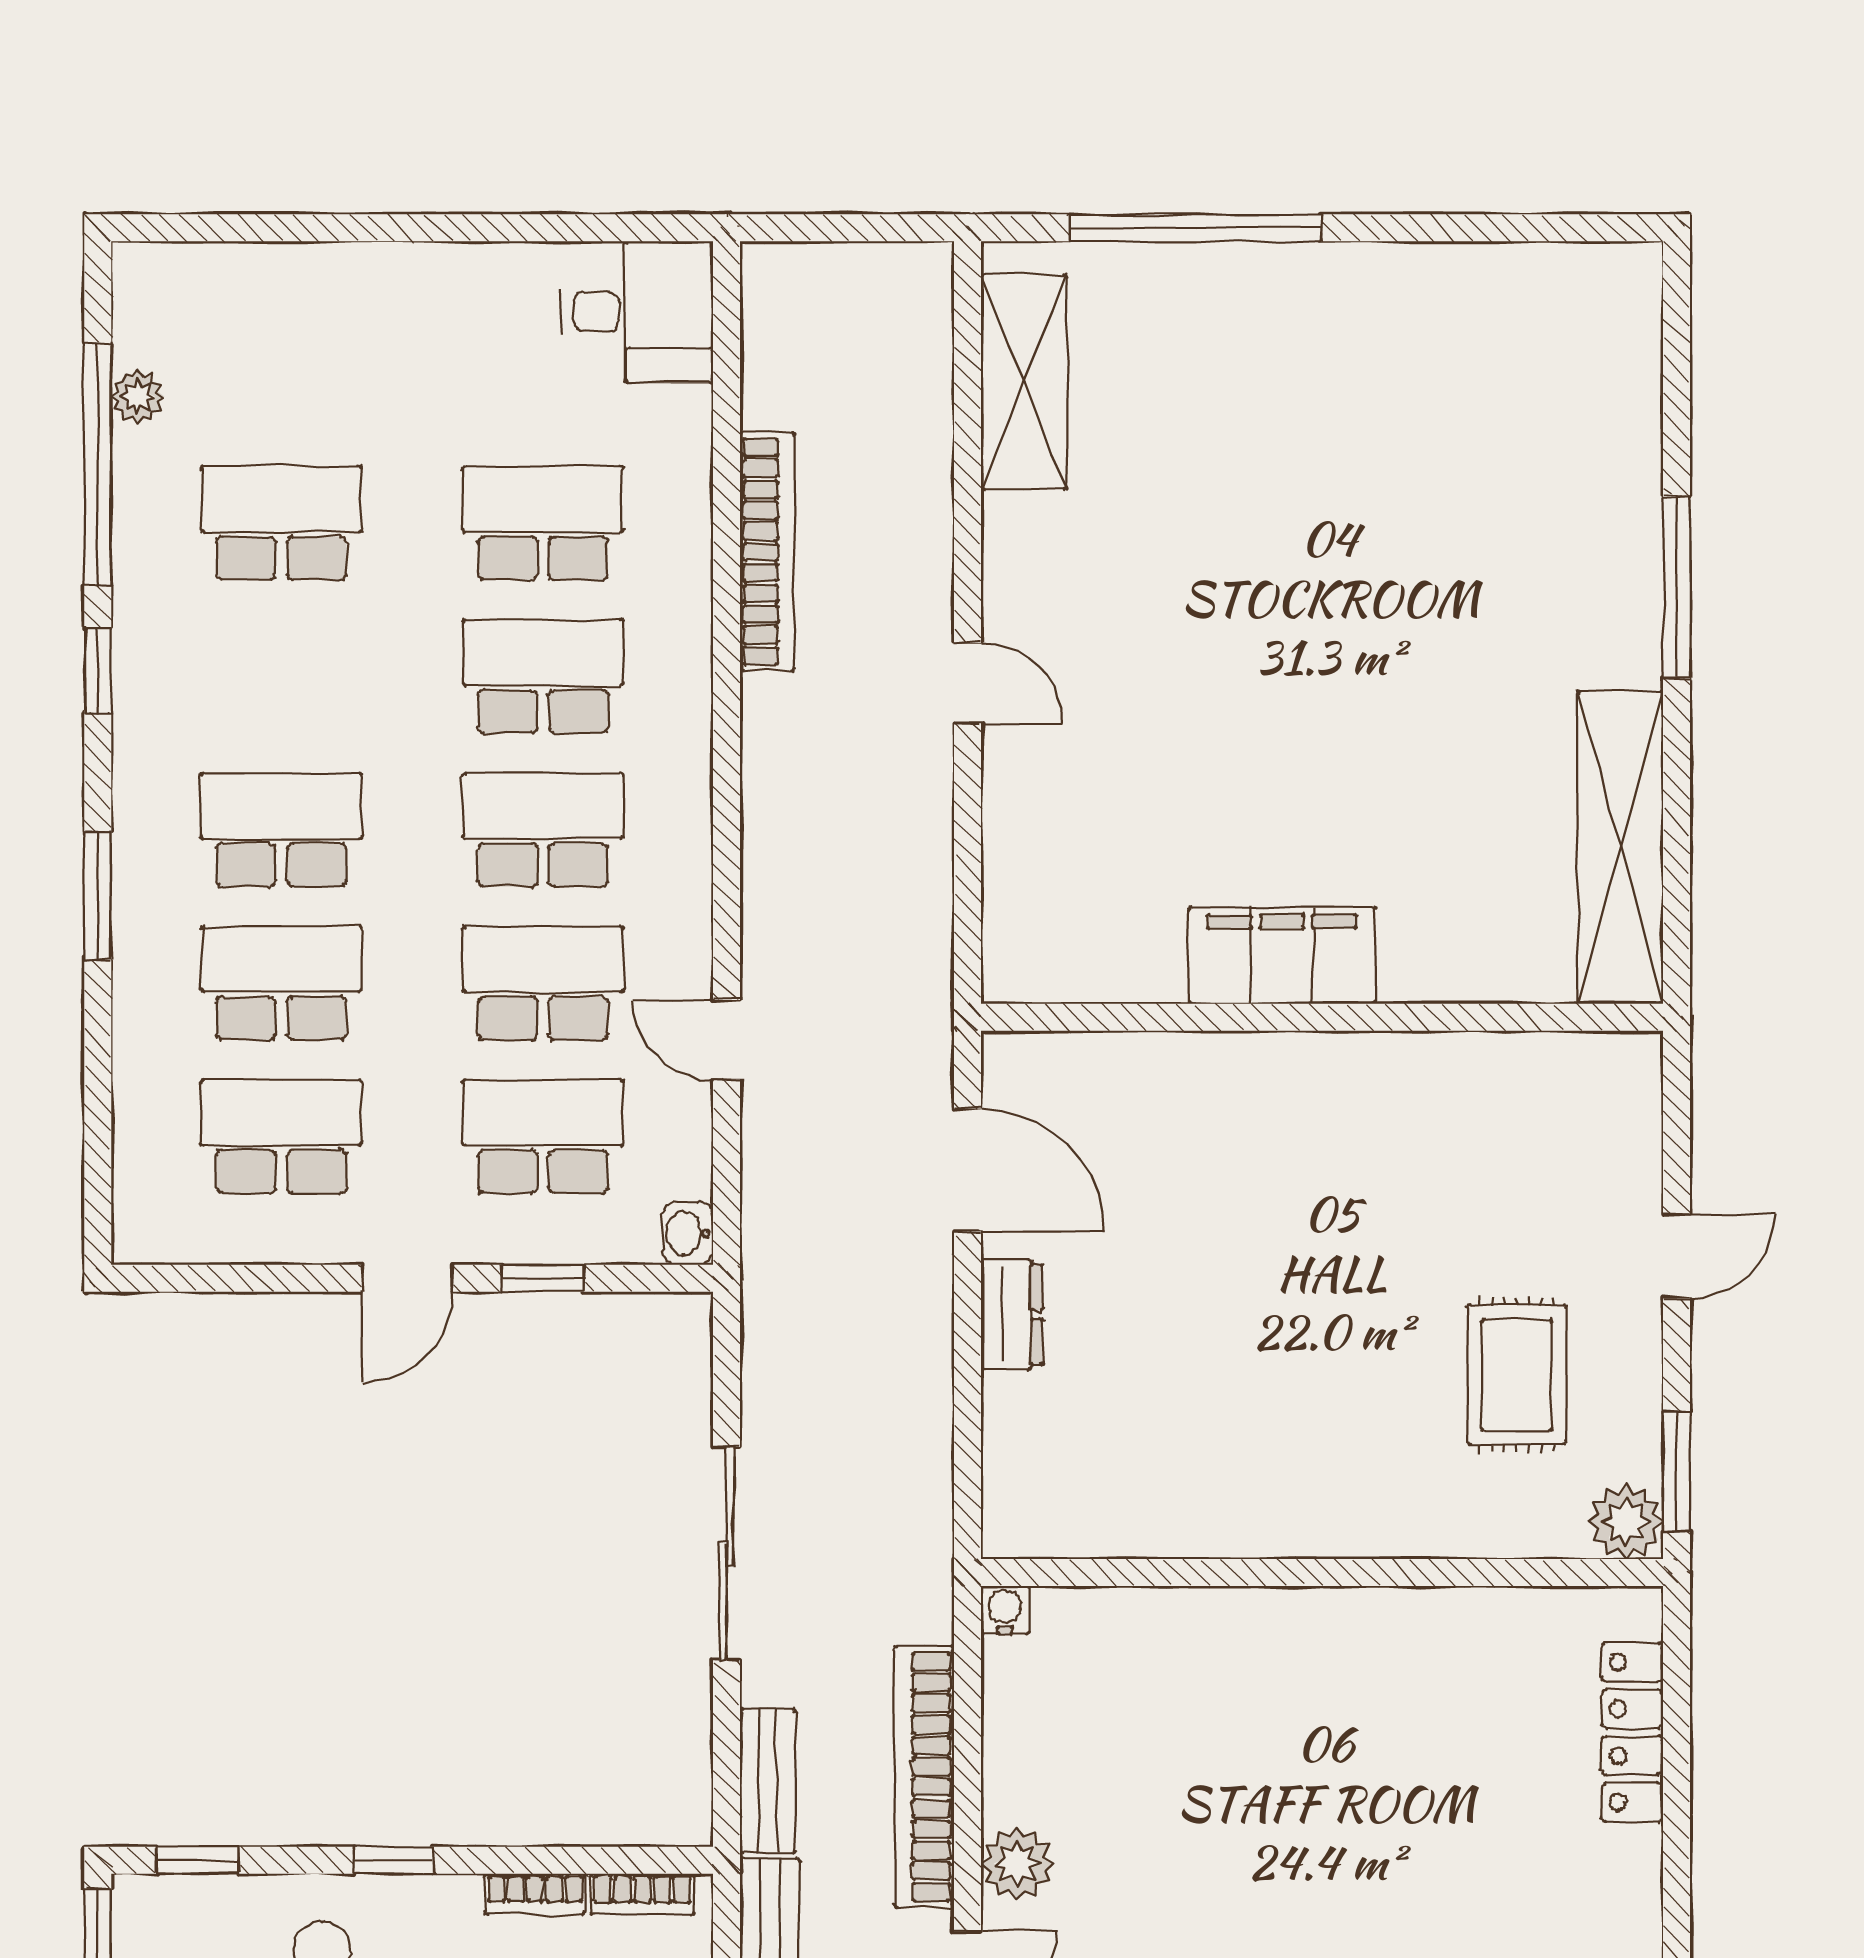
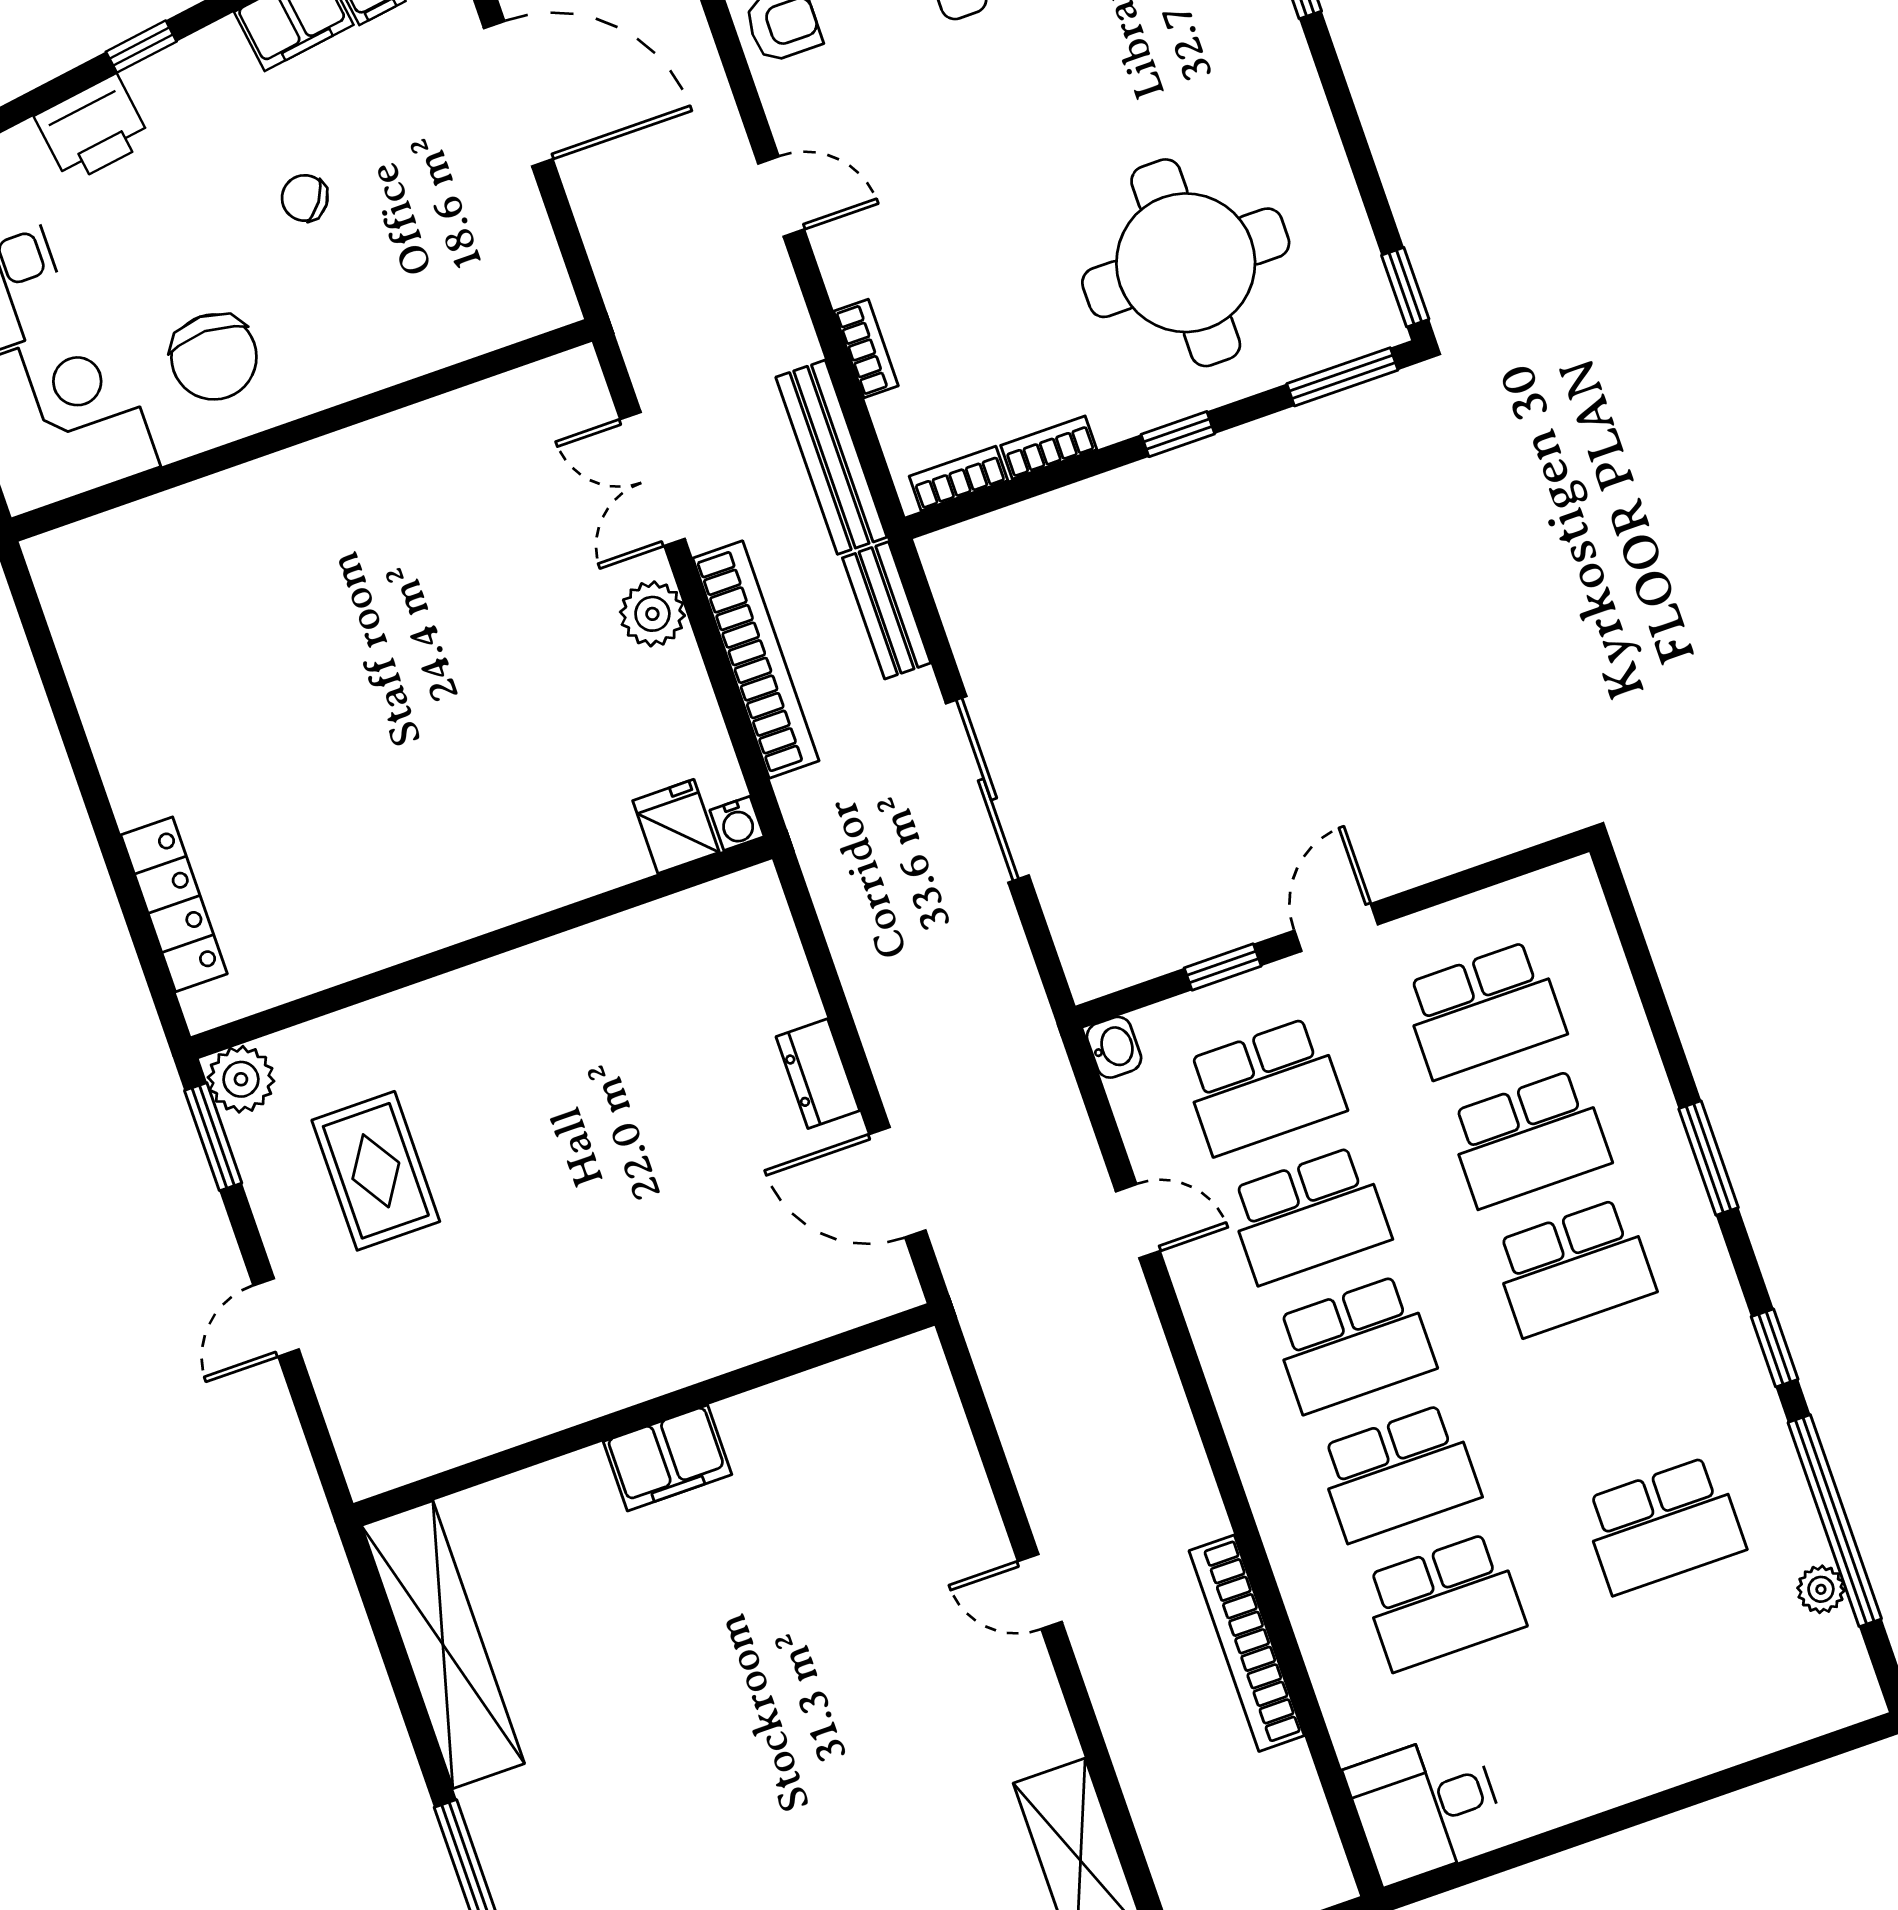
filing cabinet: (1282, 955) -> (668, 1458), width x0.67, depth x0.86
fridge: (1071, 1629) -> (676, 826), added
window: (198, 1860) -> (1342, 377), width x1.50

